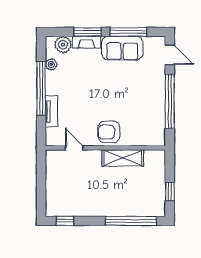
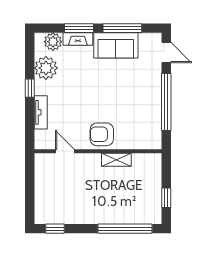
plant: (51, 64) -> (46, 68), width x1.88, depth x1.88
window: (41, 88) -> (30, 88), width x0.32
shelving: (123, 158) -> (116, 160), width x0.67, depth x0.75

